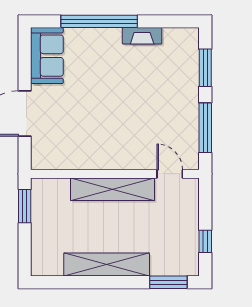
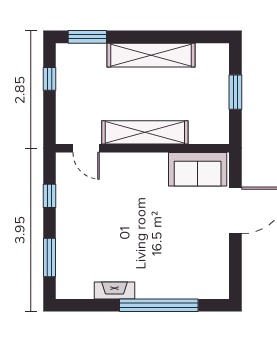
sofa: (47, 56) -> (198, 169), moved, turned -90
window: (205, 128) -> (50, 196), width x0.46
window: (25, 206) -> (235, 92), moved

